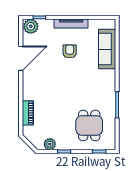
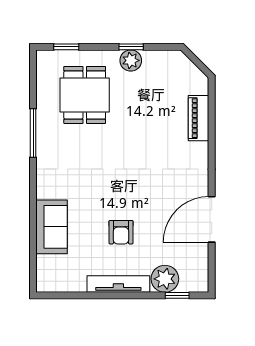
plant: (31, 26) -> (165, 279), moved
sofa: (107, 49) -> (52, 227), width x0.73
plant: (50, 144) -> (131, 60), moved

